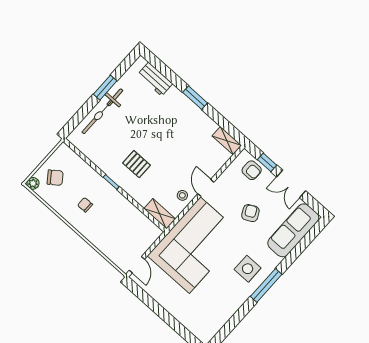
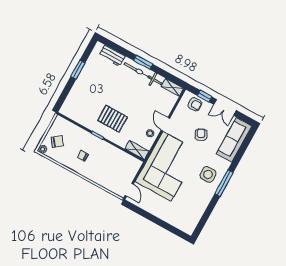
bicycle: (102, 111) -> (143, 74), moved, turned 90
pallet: (137, 164) -> (113, 119), width x1.50, depth x1.42

